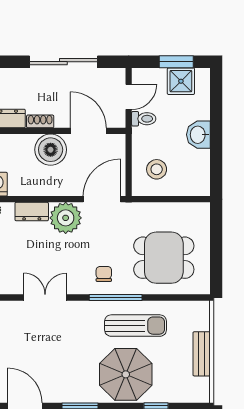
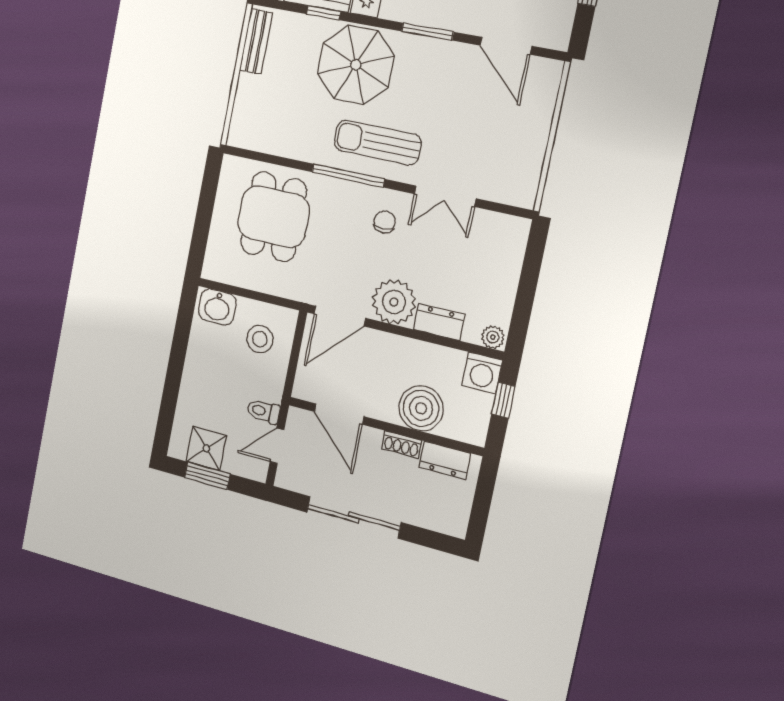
washbasin: (198, 135) -> (217, 307), moved, turned 90
boiler: (51, 150) -> (421, 408), moved
dining table: (164, 258) -> (274, 217), turned 90
chair: (104, 274) -> (385, 222), moved, turned 180
sun lounger: (136, 326) -> (378, 142), moved
bench: (202, 354) -> (256, 41), moved

